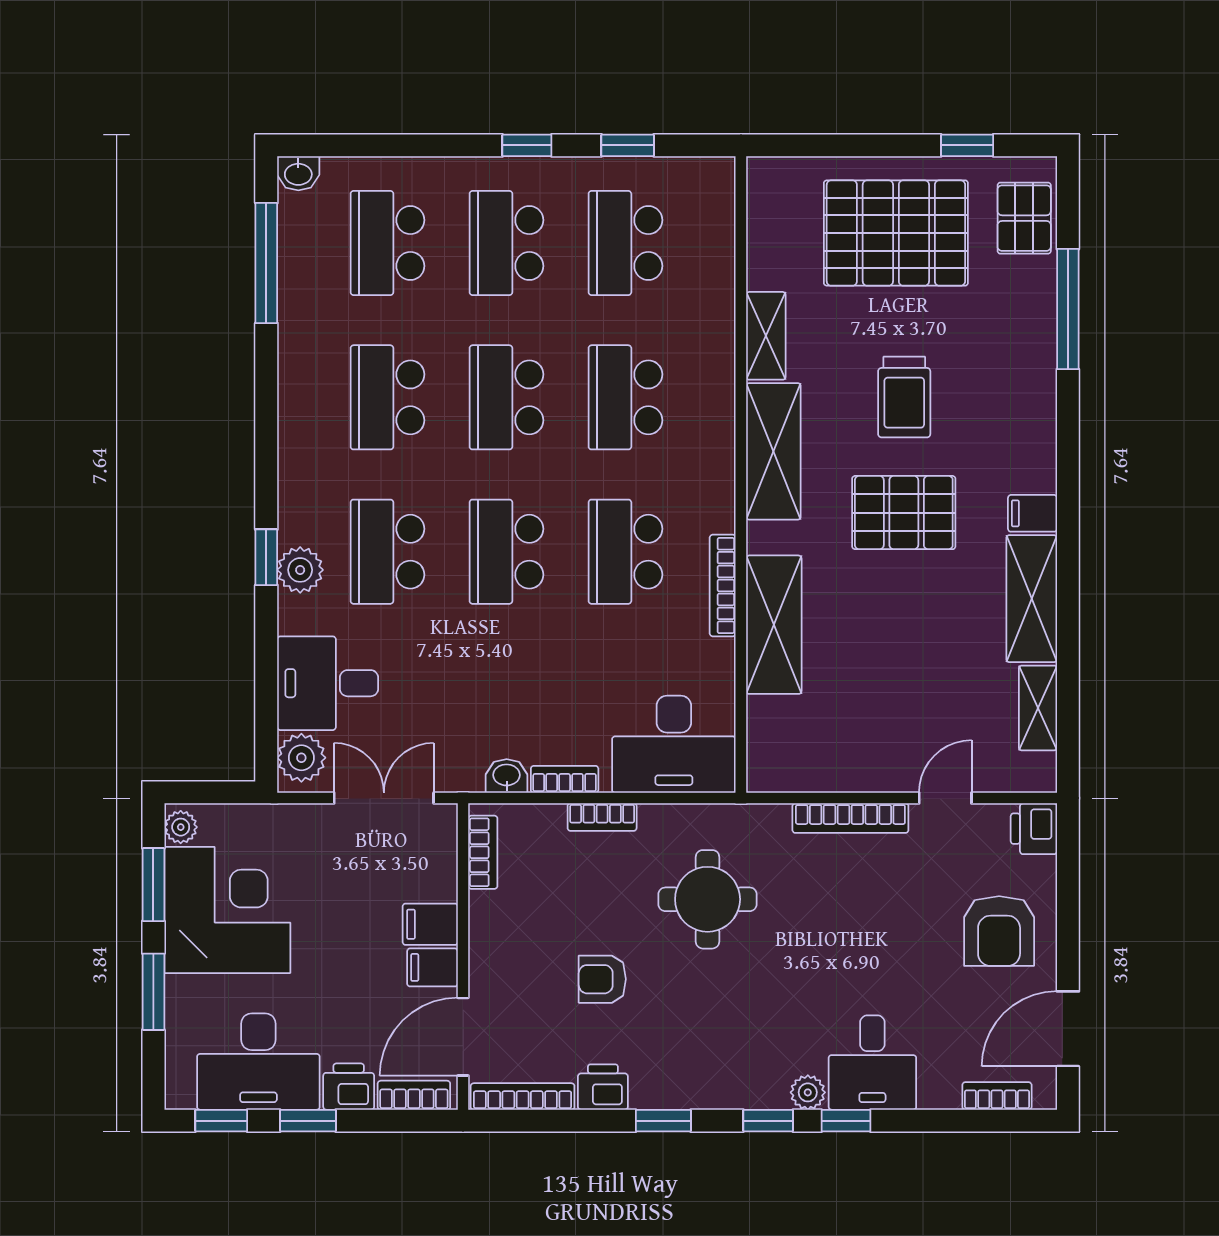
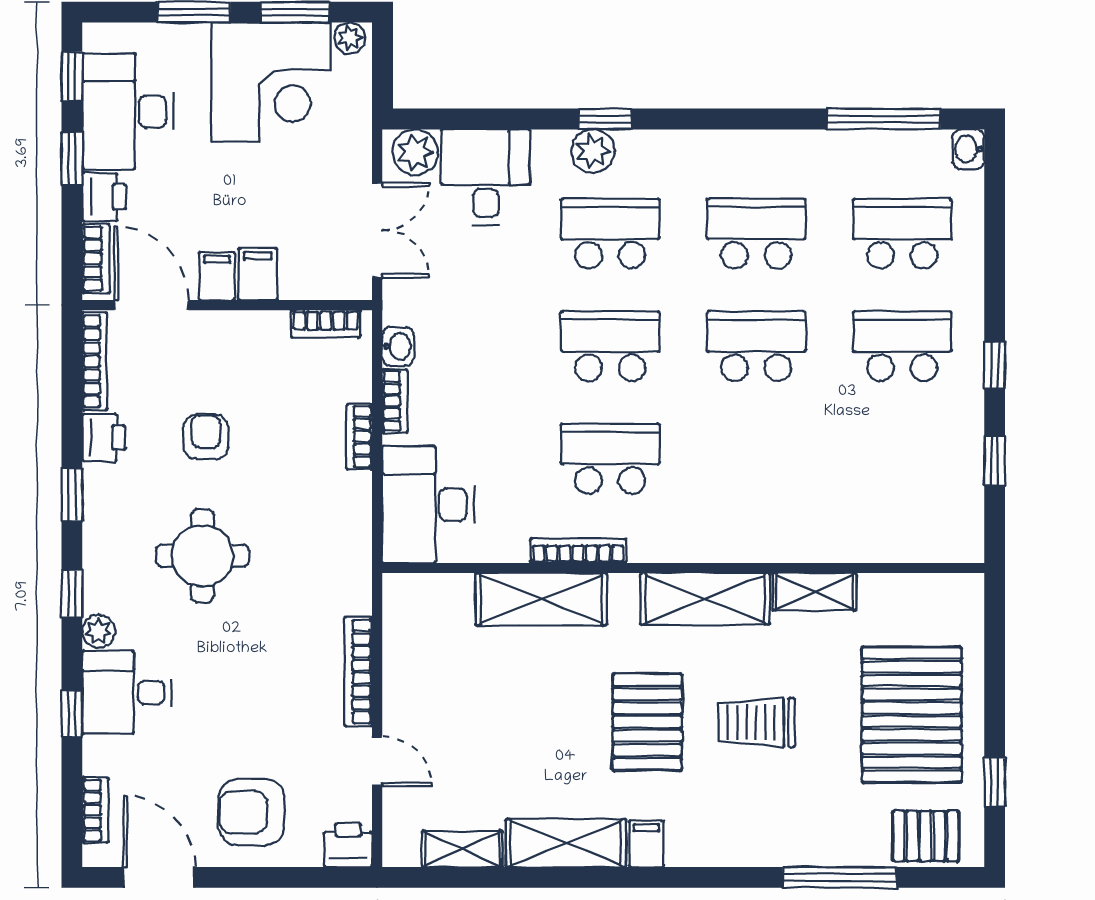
school desk: (625, 243) -> (902, 459), removed
school desk: (625, 397) -> (756, 459), removed
round table: (708, 899) -> (203, 556), moved
window: (846, 1121) -> (72, 714), moved

